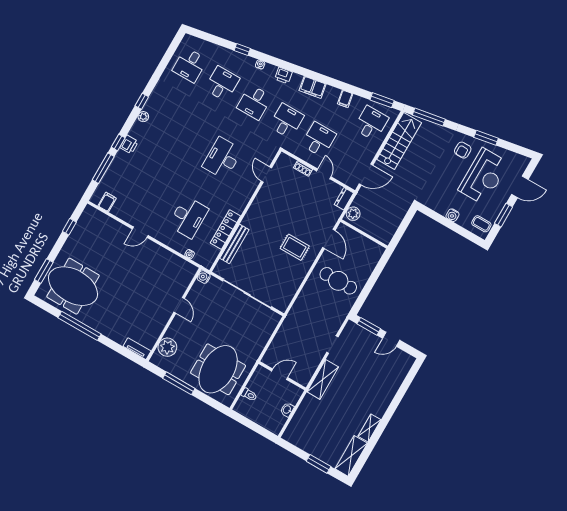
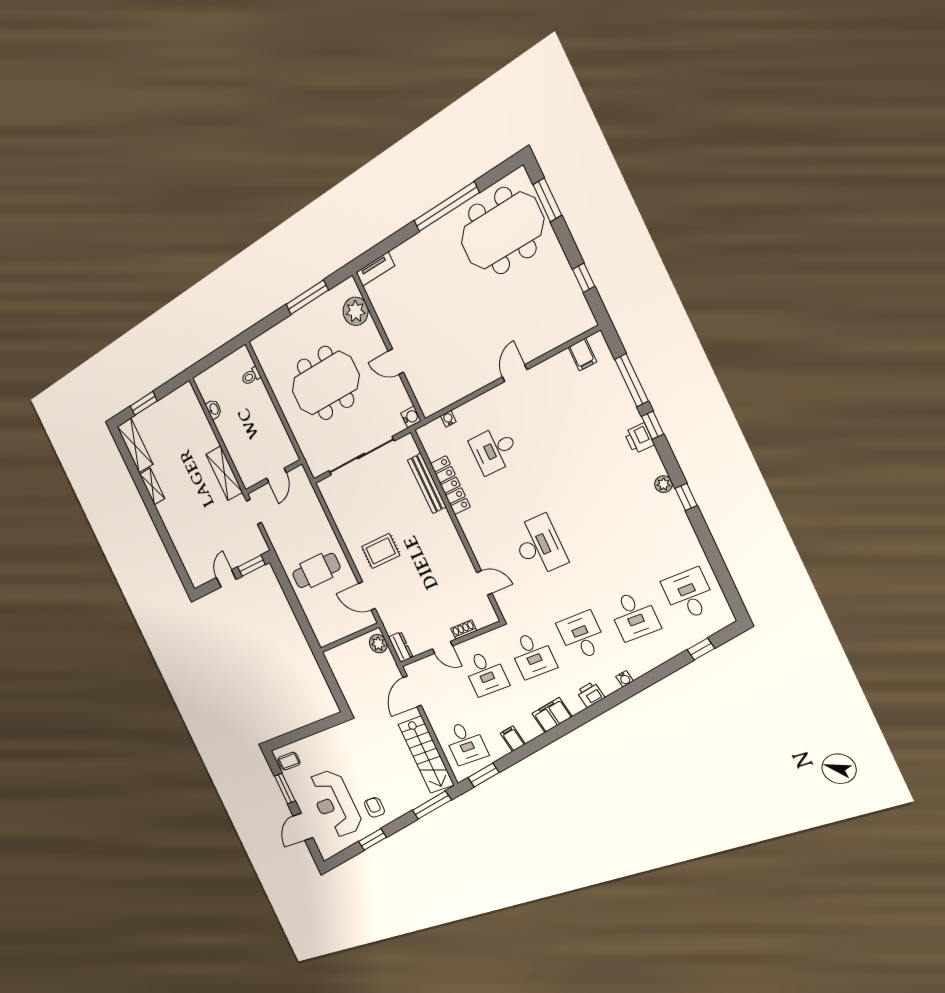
window: (242, 50) -> (701, 649), moved
water cooler: (452, 215) -> (314, 741), removed
desk: (188, 217) -> (494, 450), width x0.73
meeting table: (218, 369) -> (325, 383), moved, turned 90
door: (280, 374) -> (276, 475), moved
wall: (282, 376) -> (273, 477), moved

